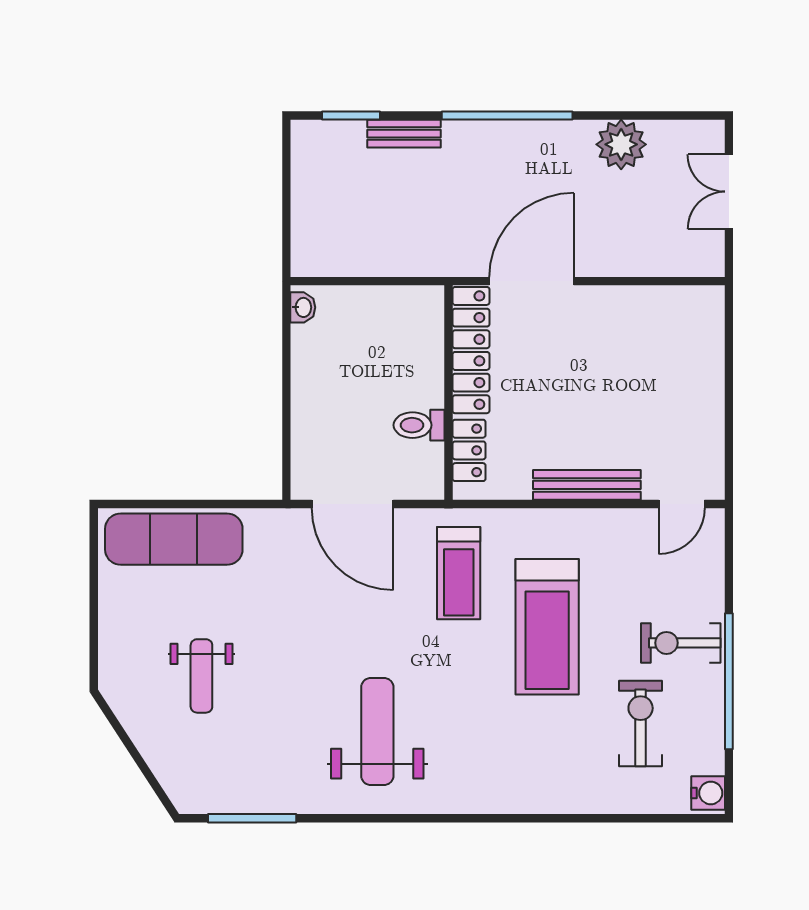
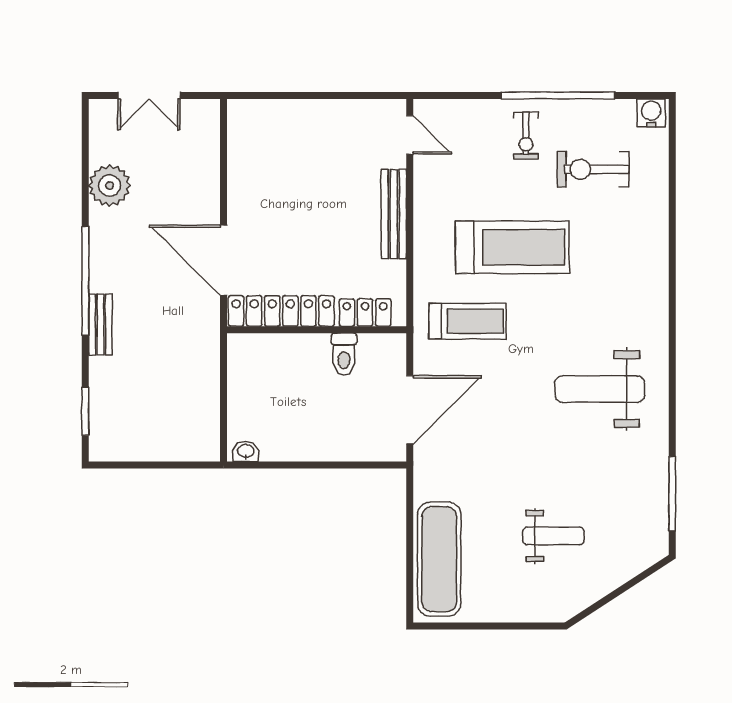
bench: (404, 134) -> (100, 325), moved
exercise bike: (681, 643) -> (526, 136), width x0.73, depth x0.72

